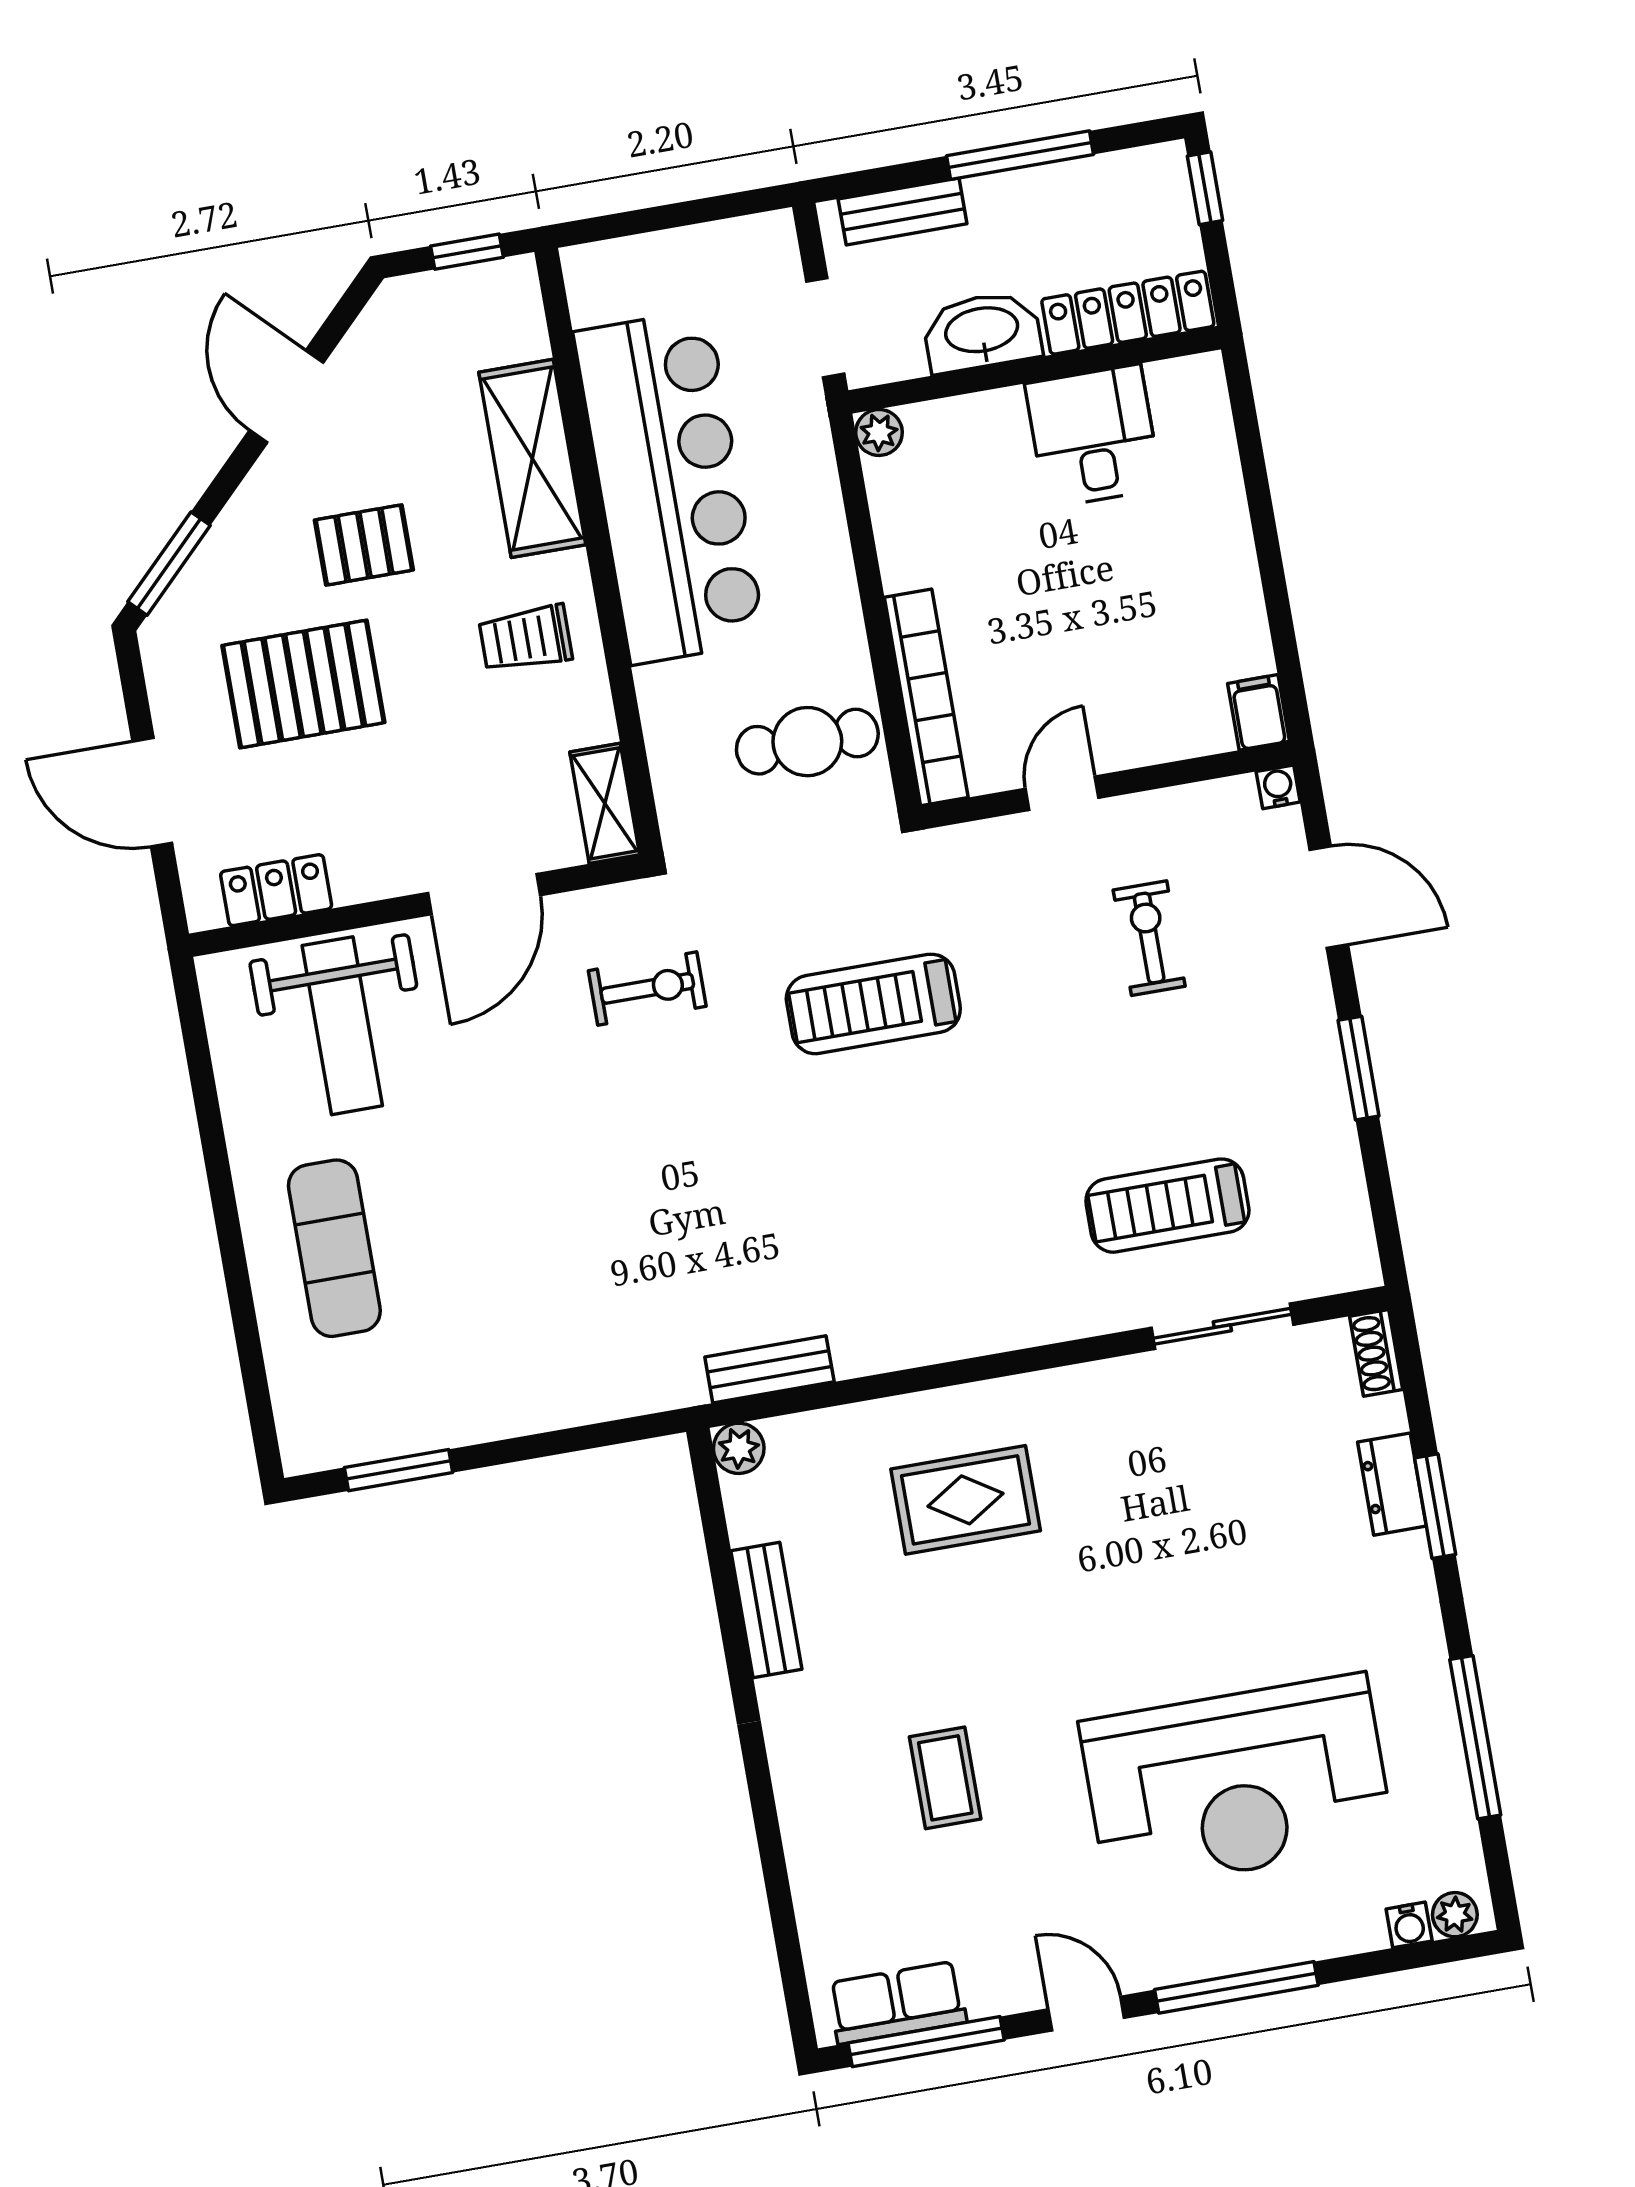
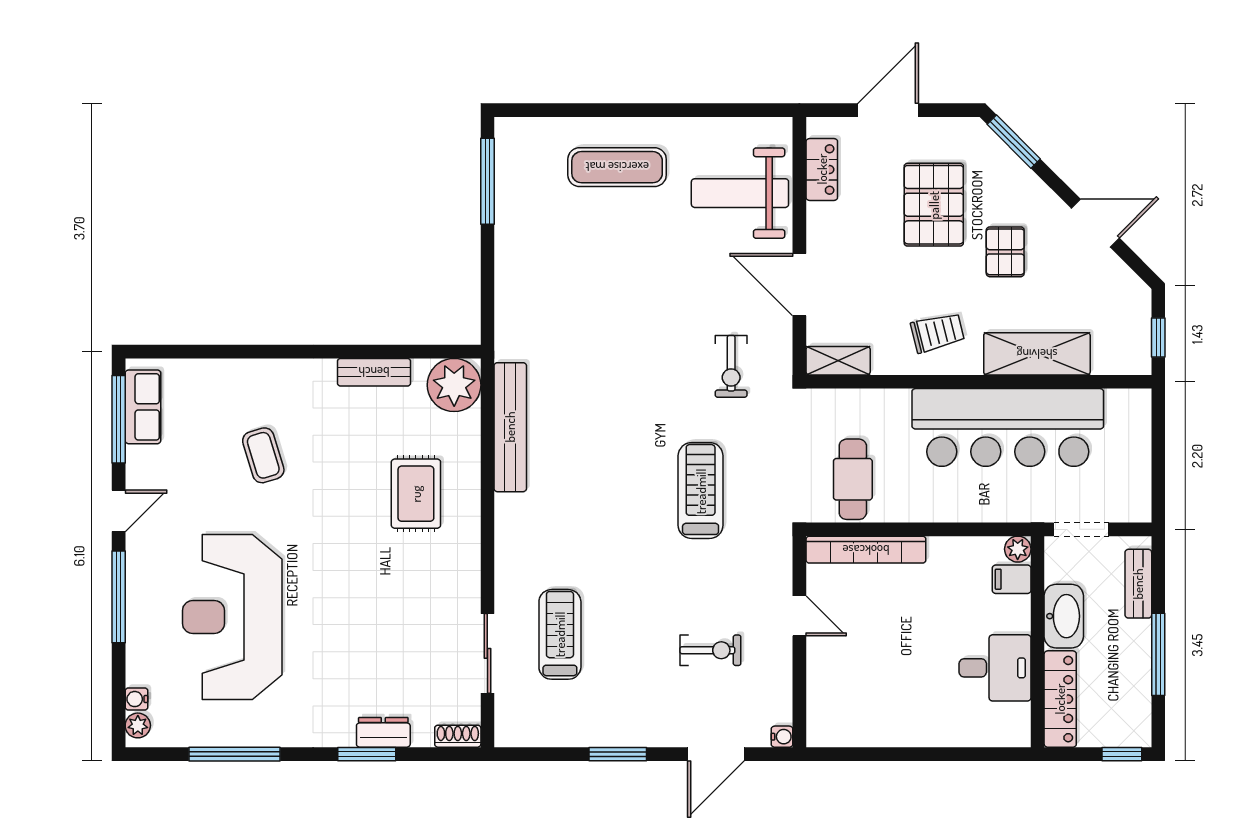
trolley: (525, 639) -> (937, 333), turned 76
filing cabinet: (1259, 712) -> (1012, 579), moved, turned 180
bench: (769, 1369) -> (510, 427), width x1.86, depth x1.21
plant: (739, 1448) -> (454, 385), width x1.88, depth x1.88
window: (399, 1470) -> (487, 181), width x1.44
coffee table: (945, 1778) -> (263, 455), turned 73

